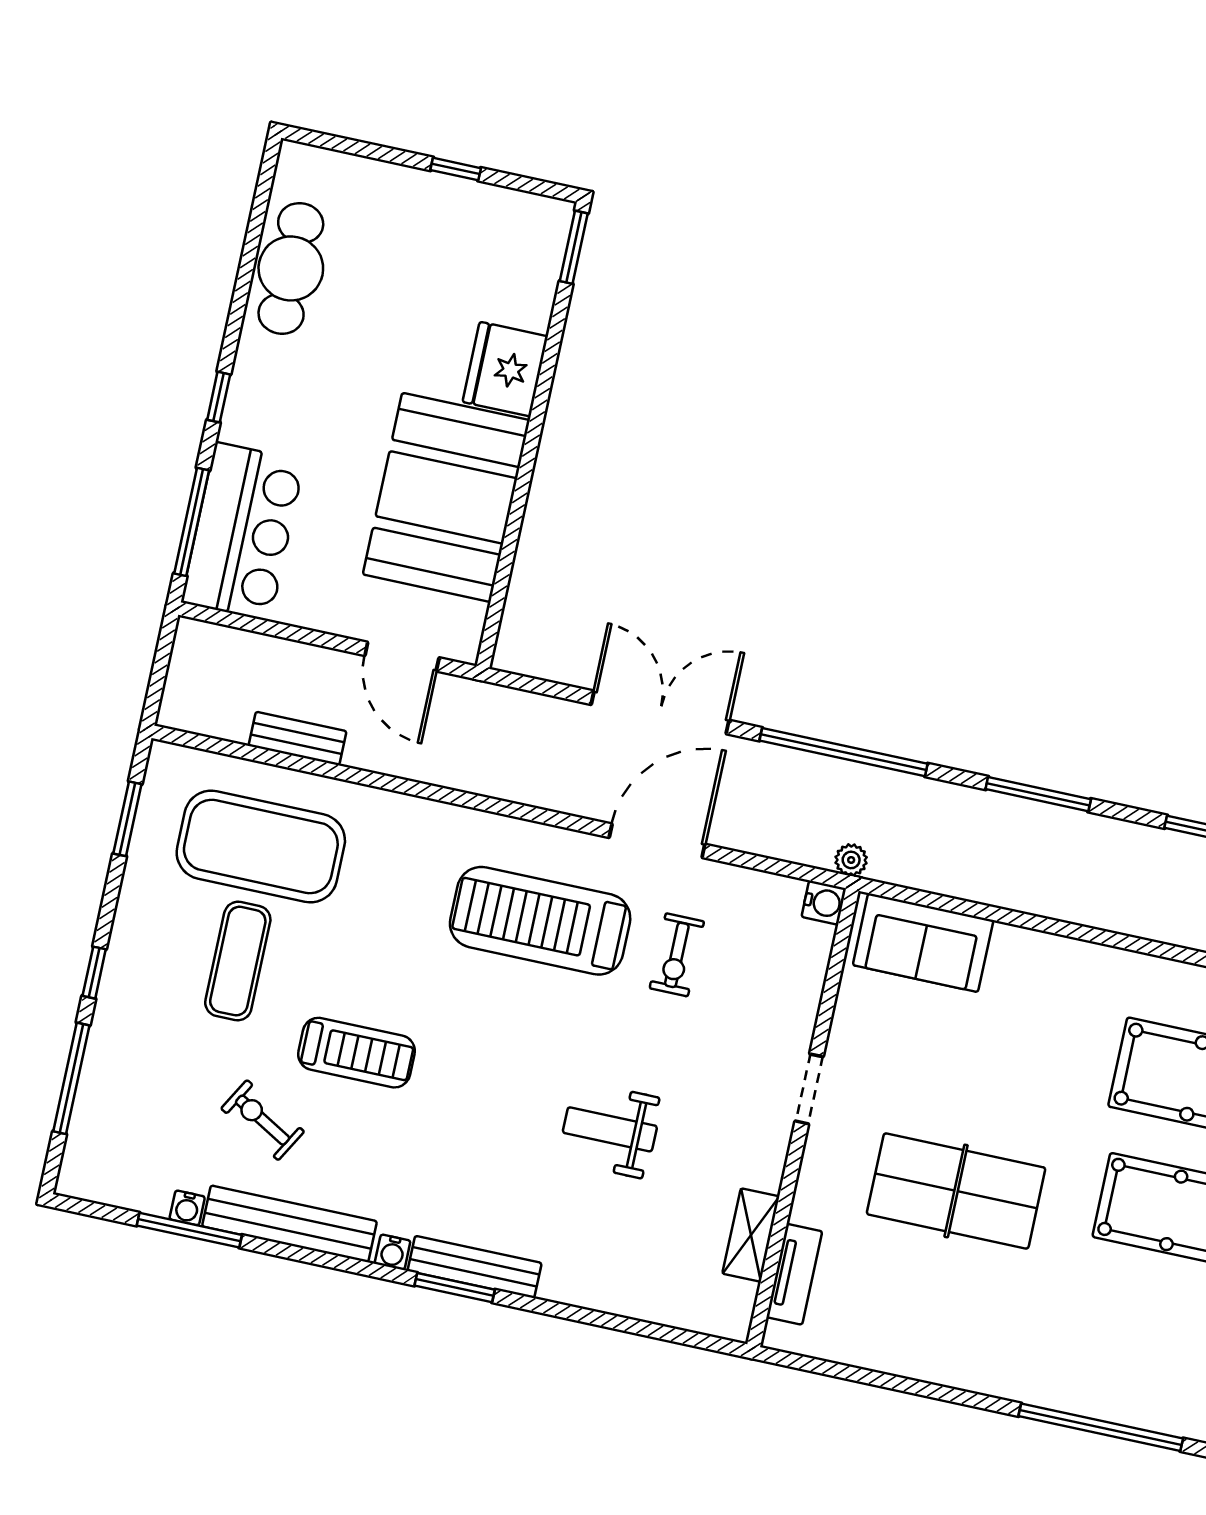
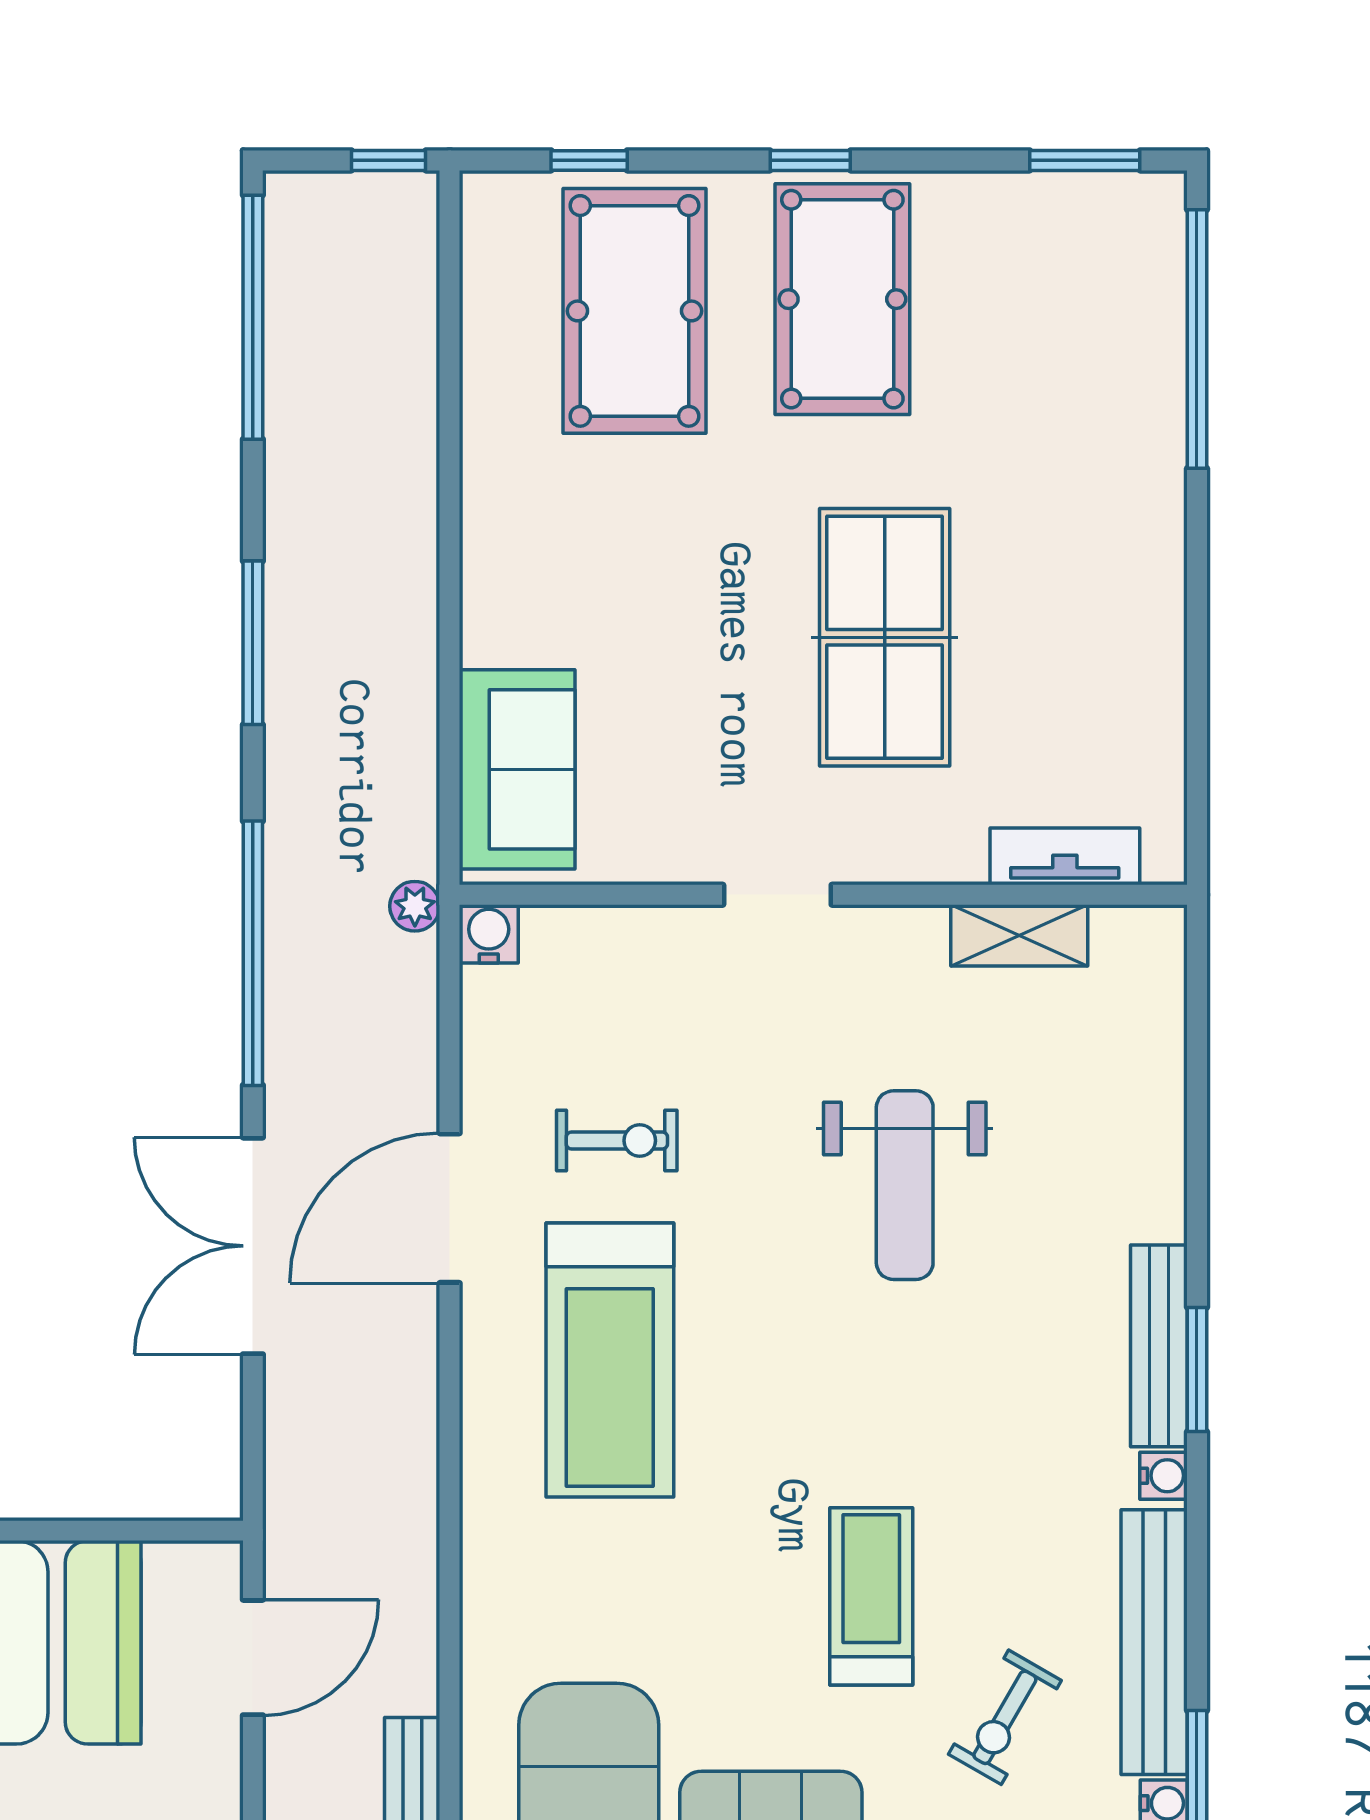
door: (657, 841) -> (450, 1208), hinge flipped
weight bench: (610, 1129) -> (905, 1185), width x1.36, depth x1.33

